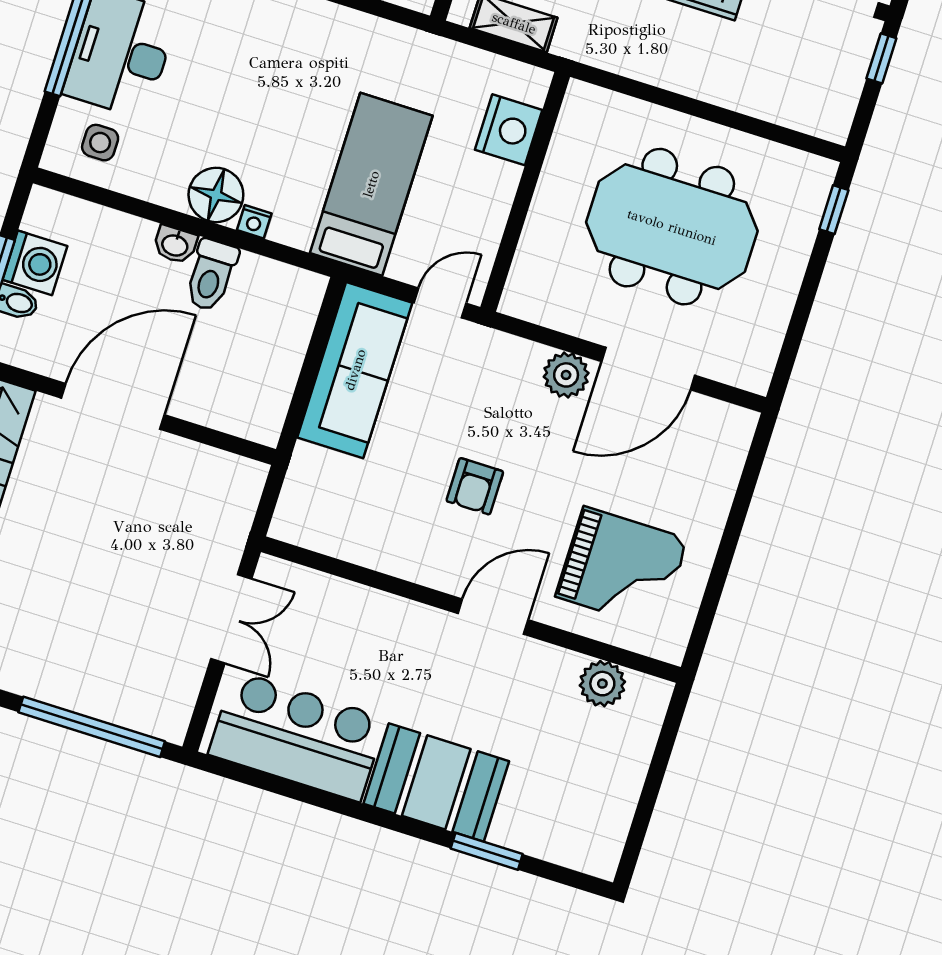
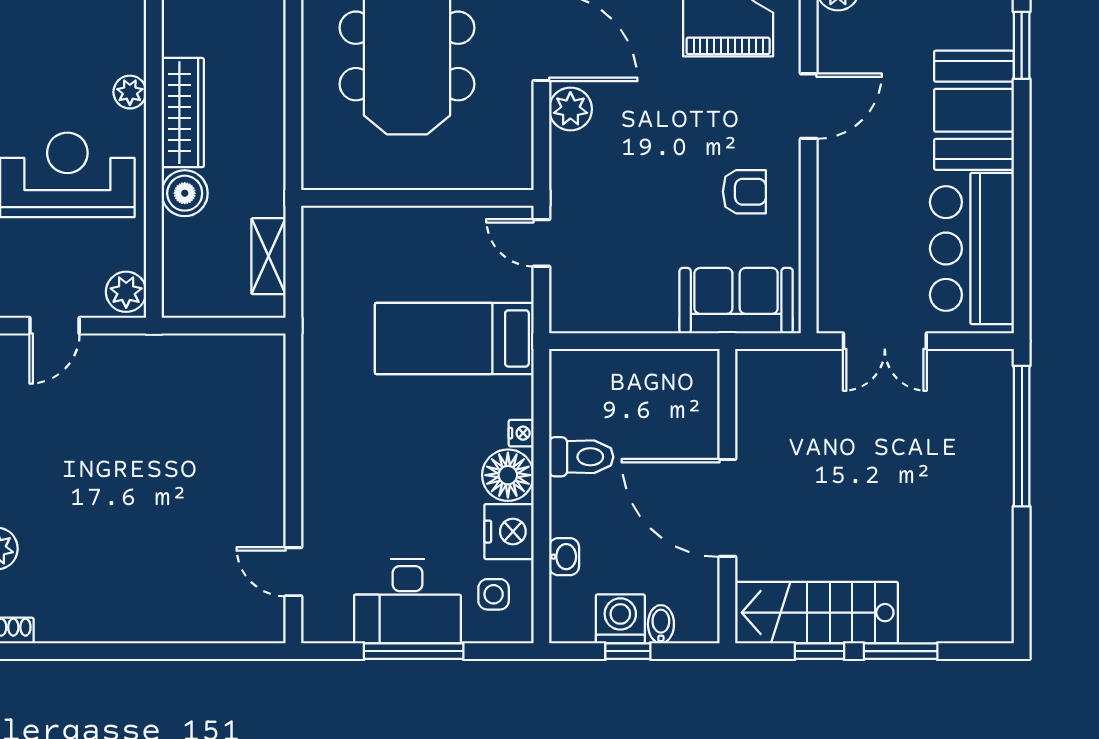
nightstand: (509, 130) -> (509, 532), moved, turned 90
washbasin: (175, 245) -> (564, 557), moved
sofa: (355, 370) -> (736, 301), moved, width x0.73
armchair: (475, 486) -> (744, 192), moved
door: (493, 617) -> (809, 106), swing flipped
double door: (231, 619) -> (885, 341), swing flipped

